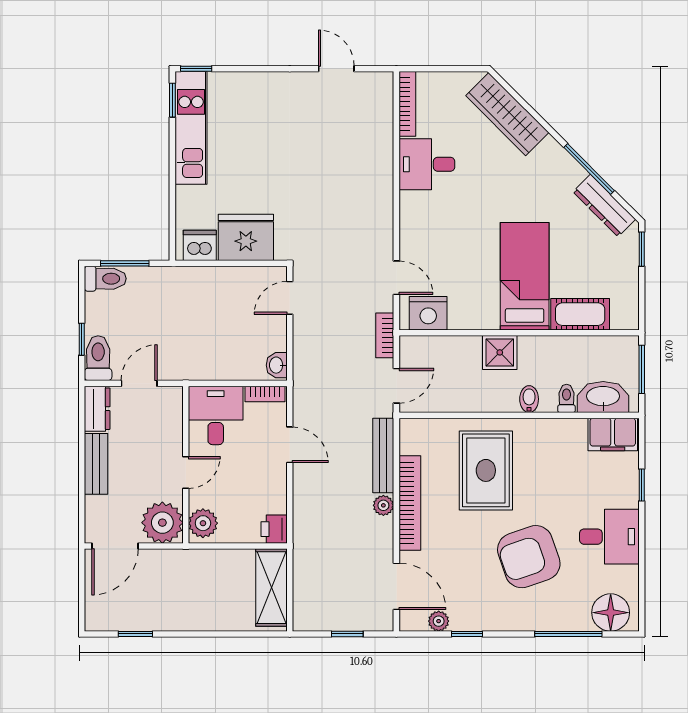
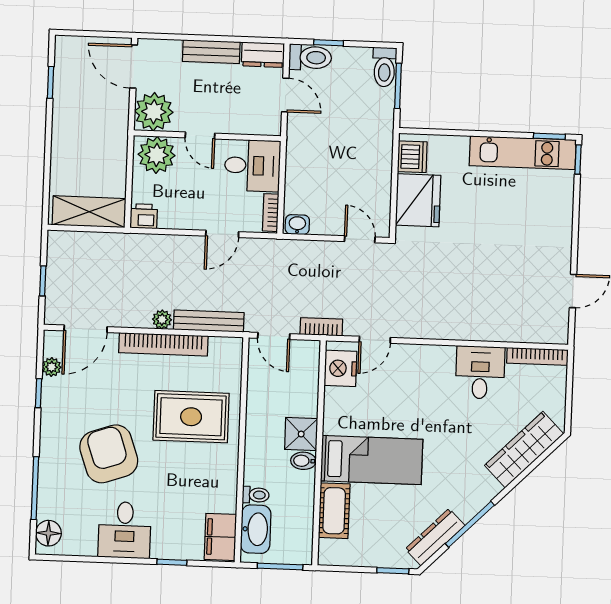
bidet: (529, 399) -> (303, 461), moved, turned 180
plant: (203, 523) -> (157, 155), width x1.36, depth x1.36
floor lamp: (611, 613) -> (48, 533), width x0.73, depth x0.73

